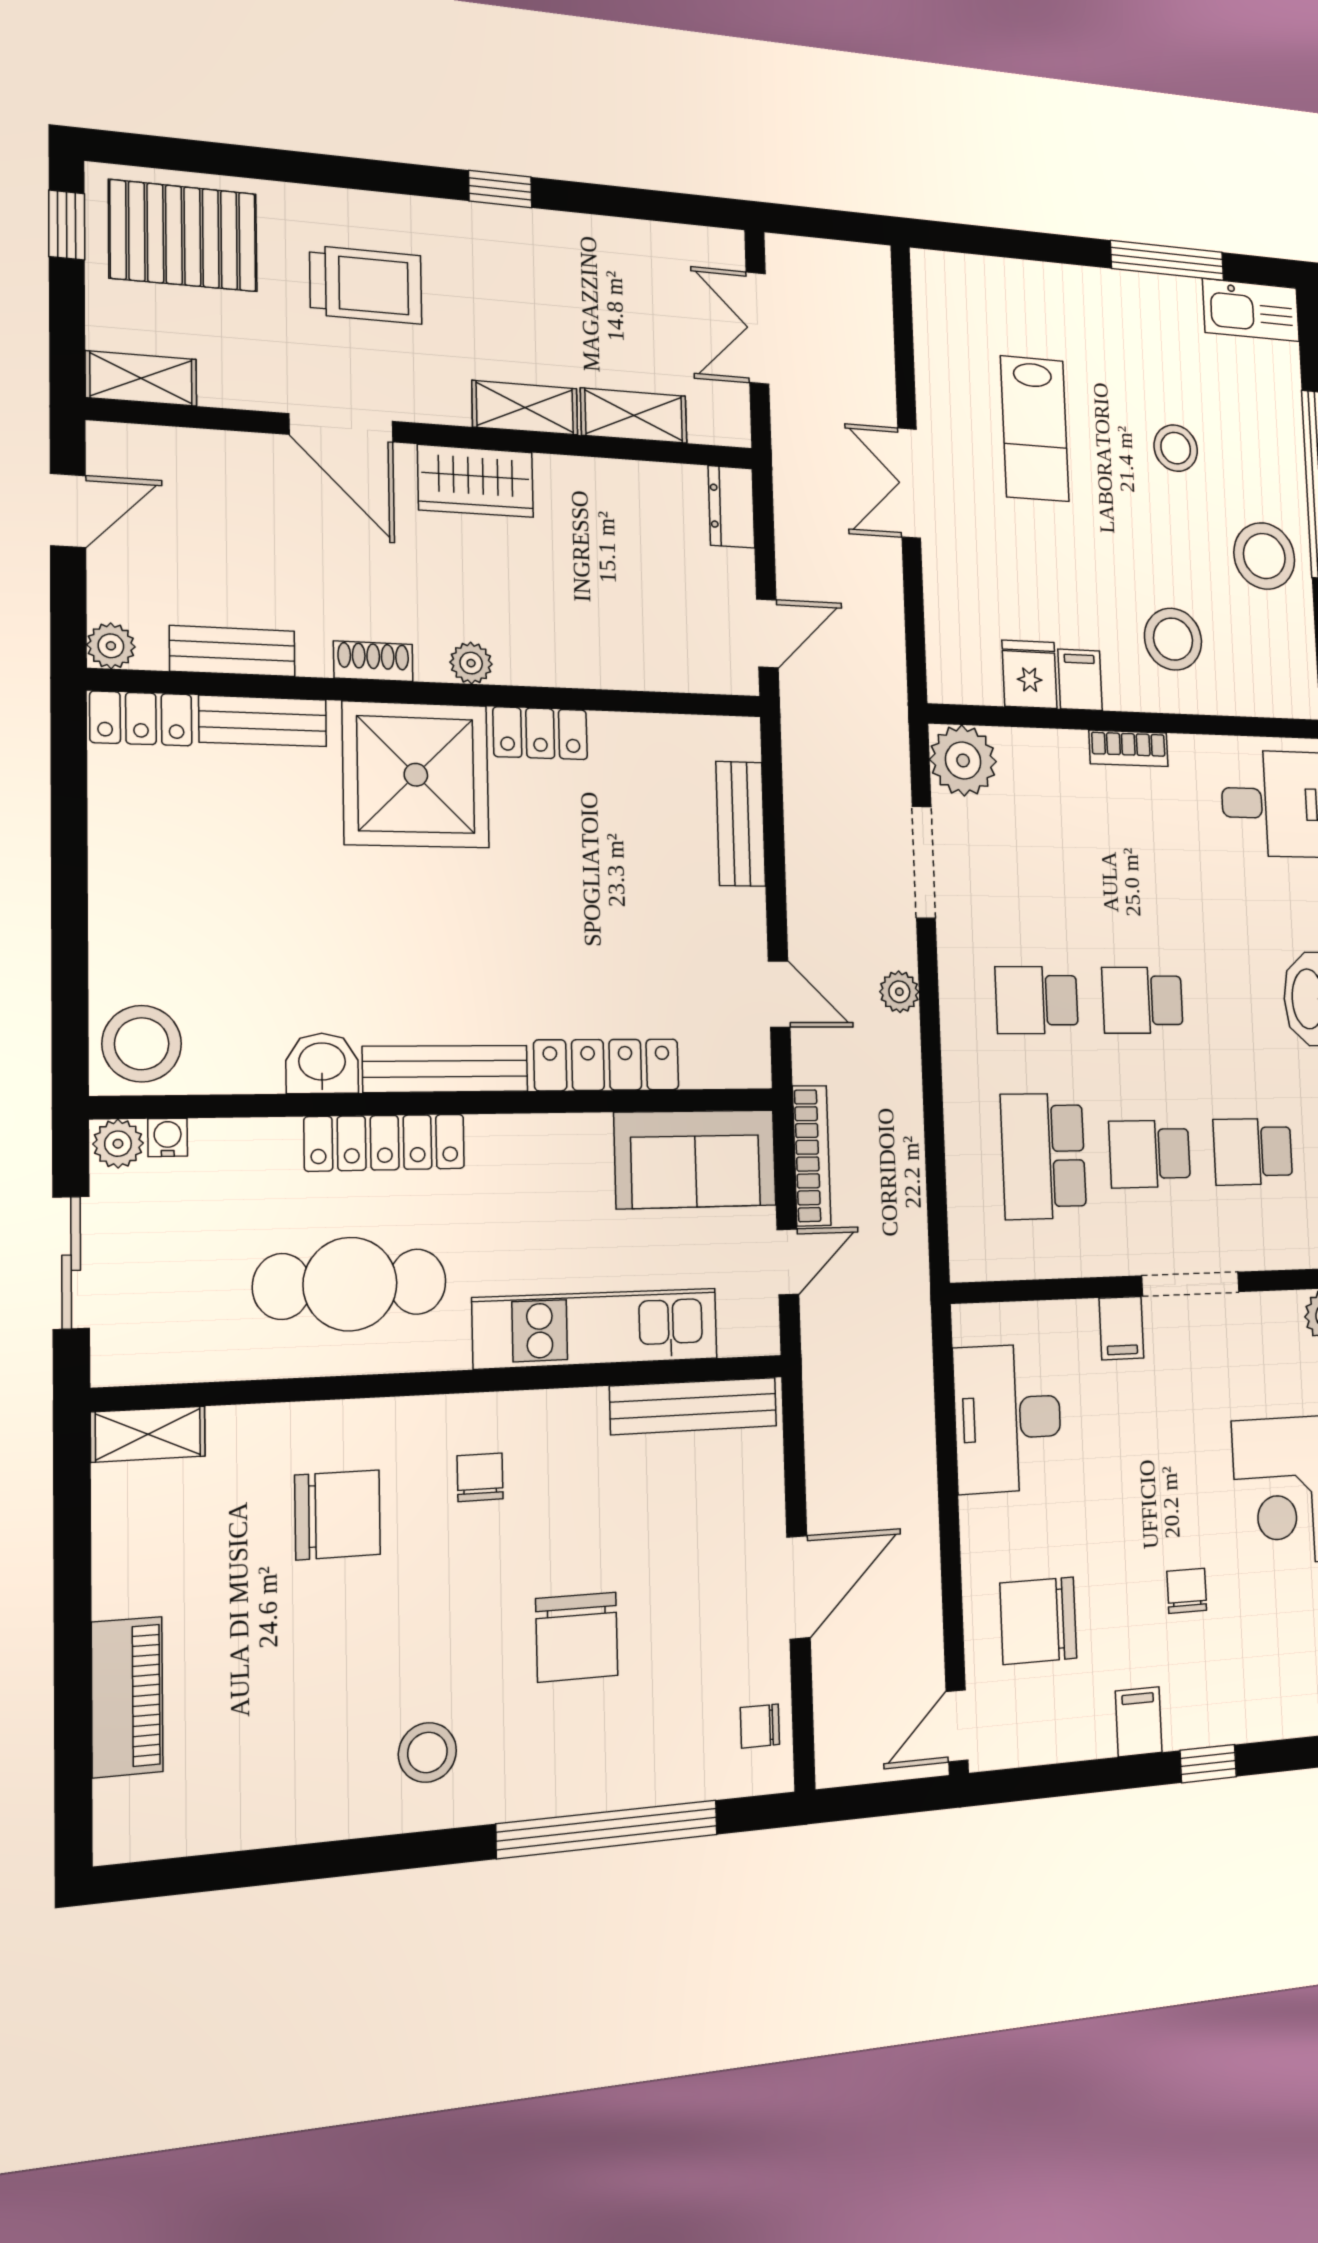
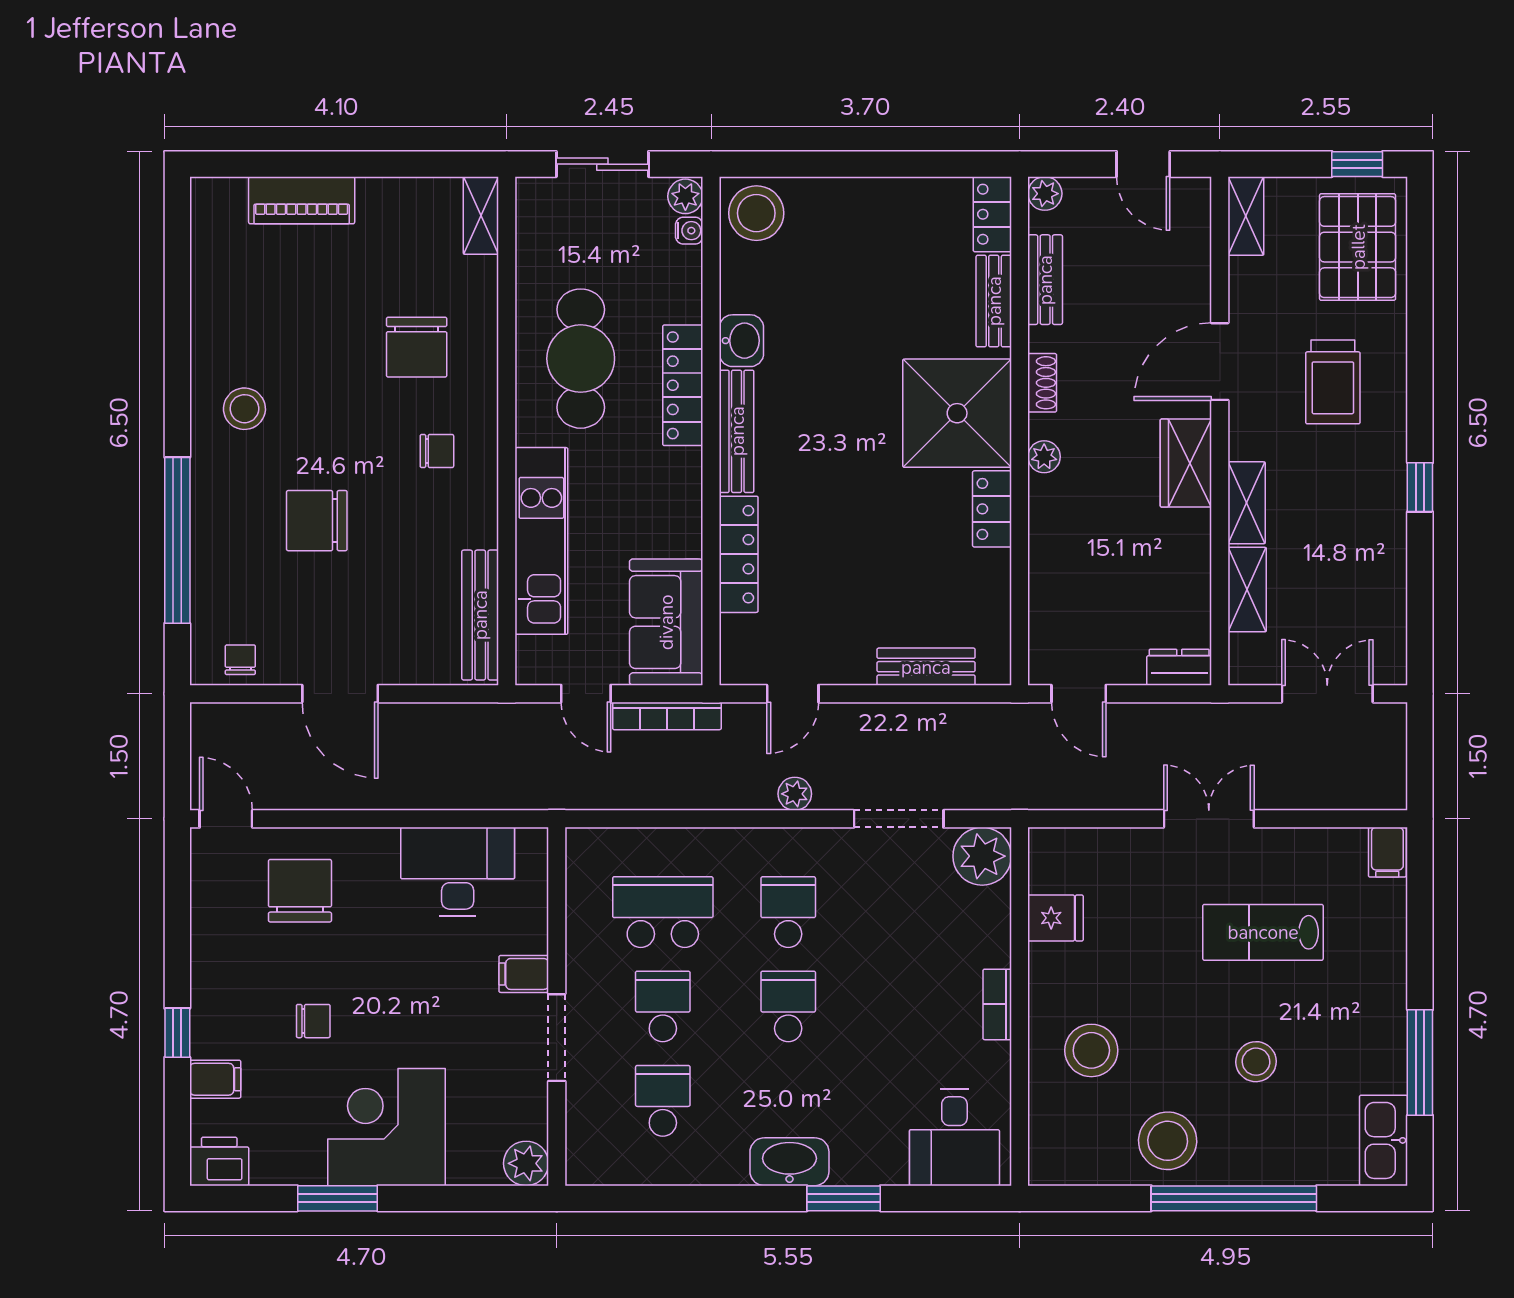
filing cabinet: (1080, 680) -> (1387, 852), moved, turned 90
filing cabinet: (1139, 1722) -> (215, 1079), moved

